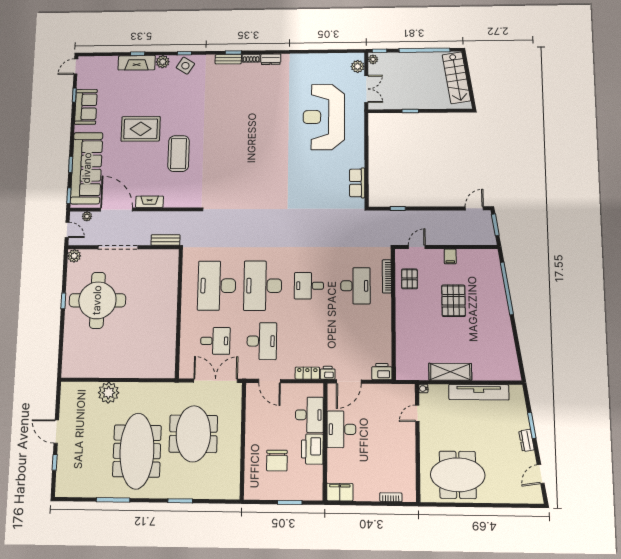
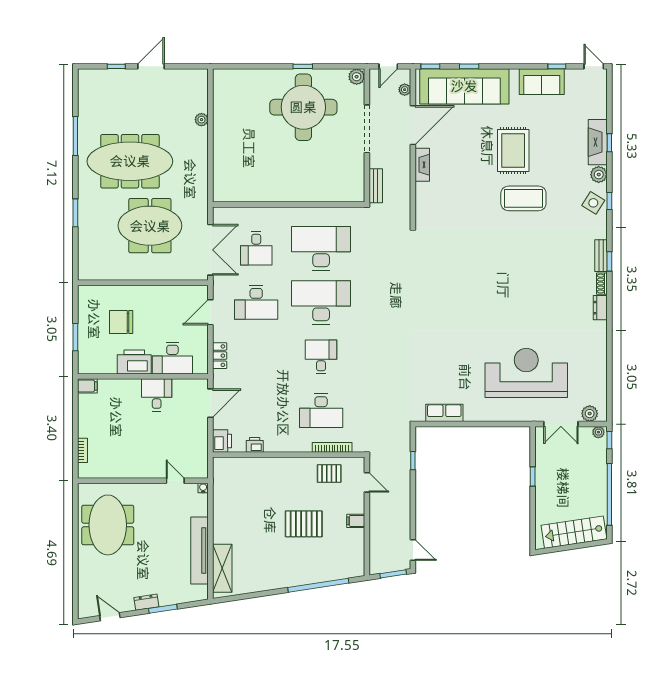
coffee table: (179, 154) -> (523, 198), moved
shelving: (450, 372) -> (222, 568), moved
printer: (328, 373) -> (255, 445), moved, turned -90
door: (349, 382) -> (210, 403), swing flipped
plant: (109, 393) -> (201, 120), width x0.53, depth x0.53
desk: (341, 429) -> (157, 395), width x0.73
filing cabinet: (340, 492) -> (87, 386), width x0.50

